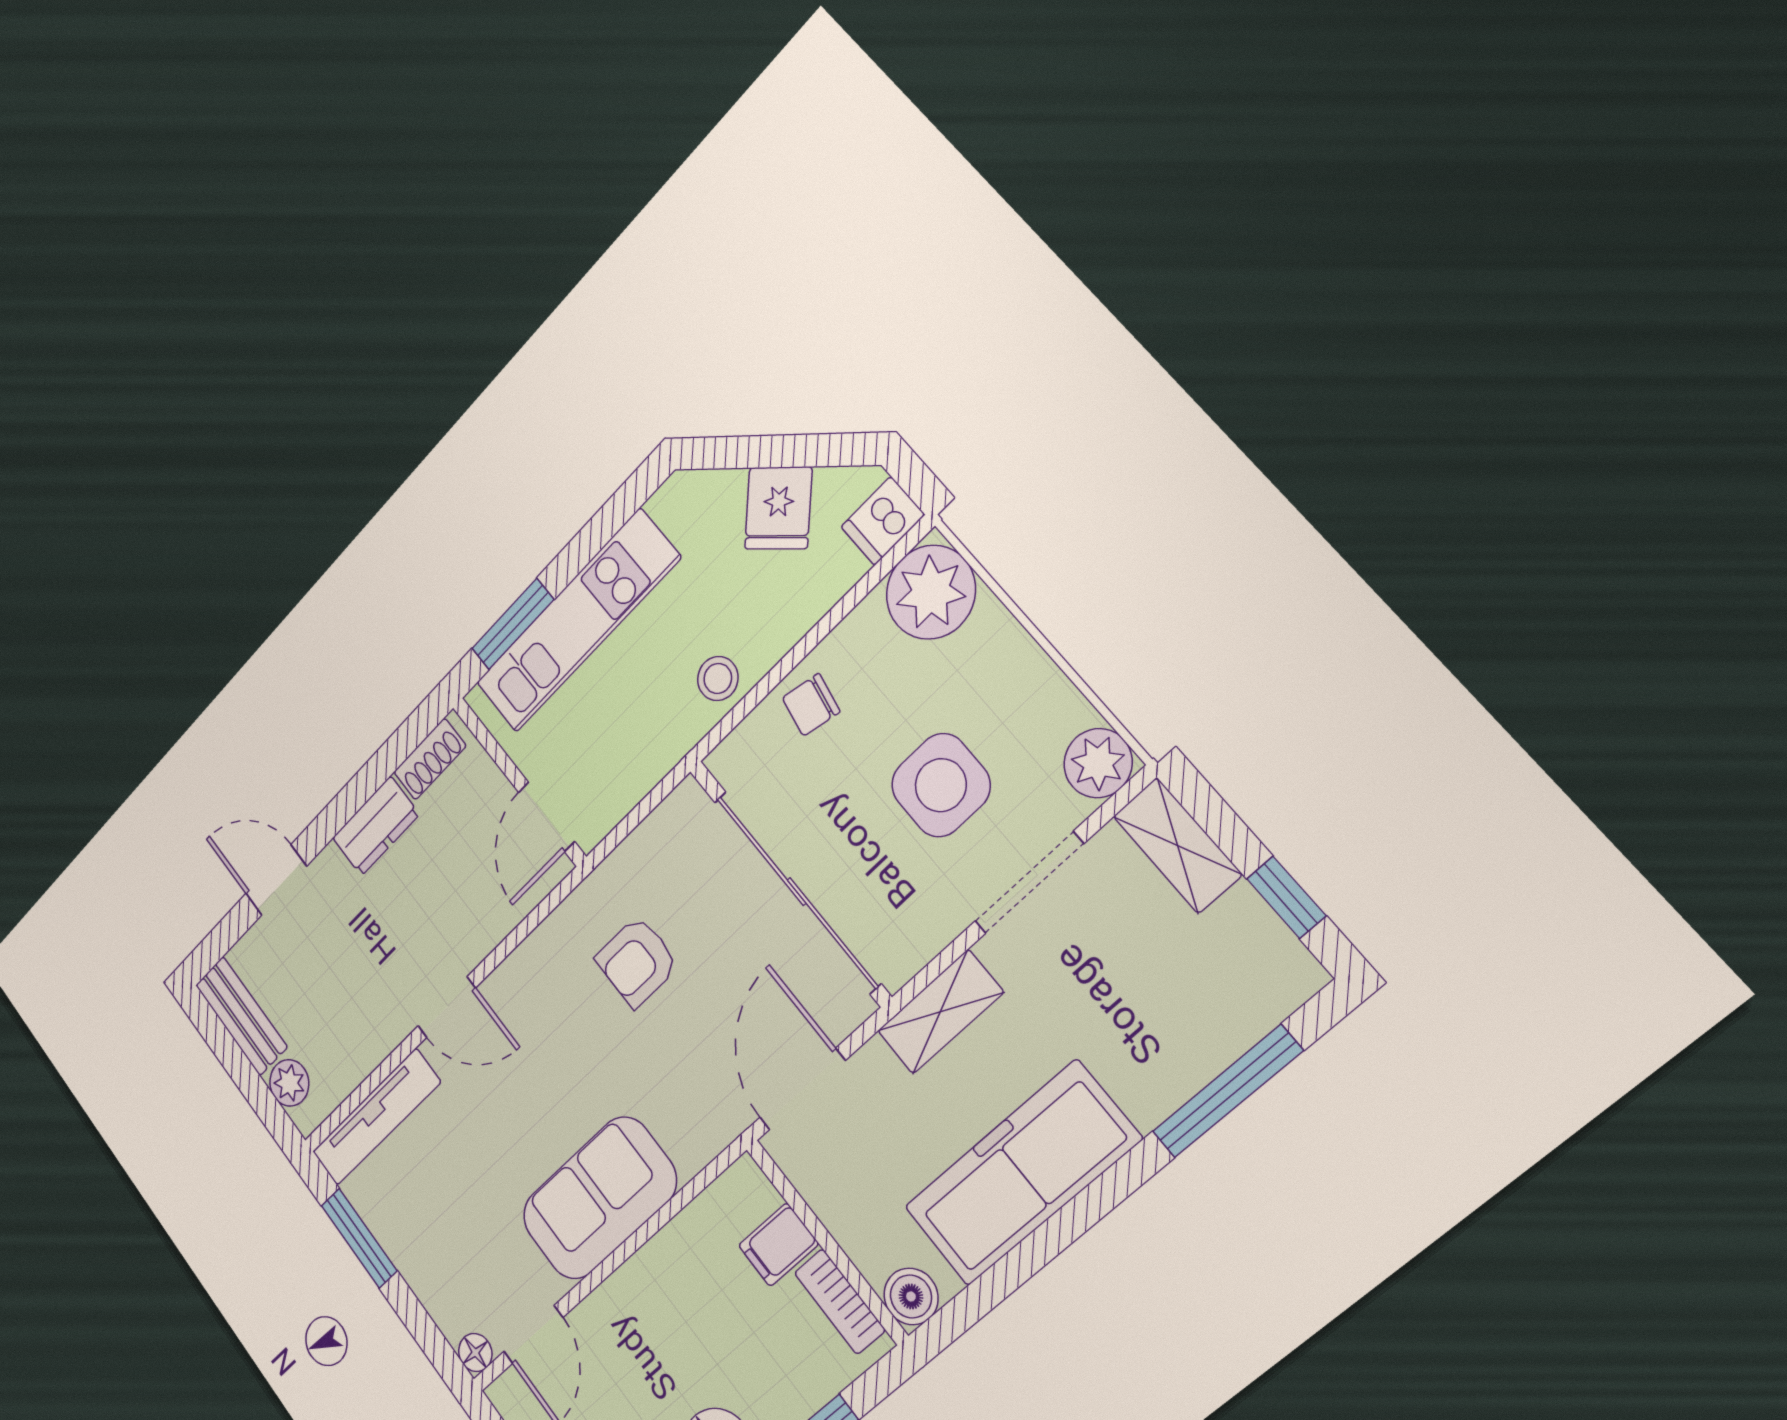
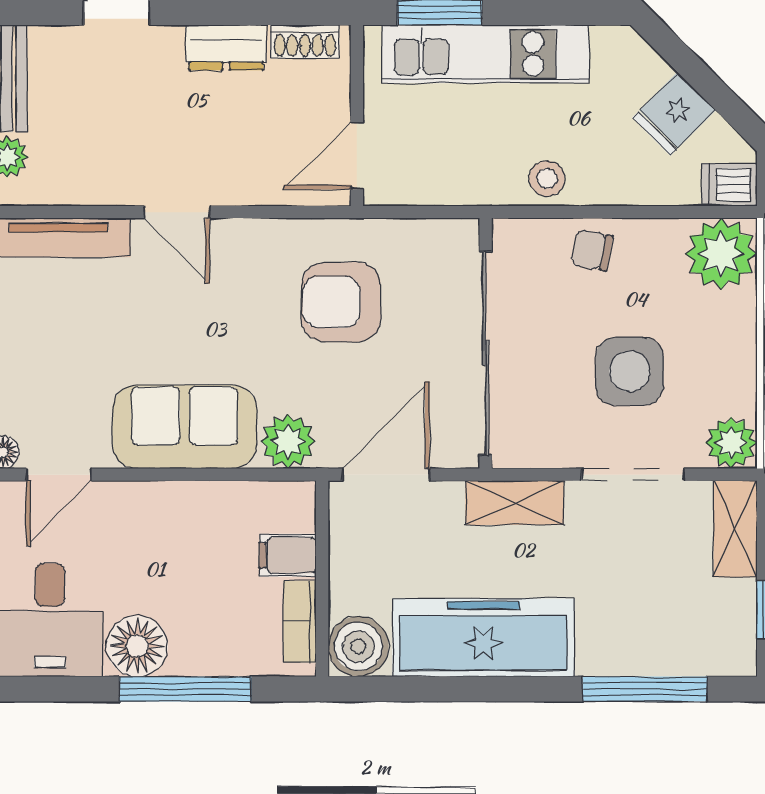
armchair: (637, 962) -> (341, 302), width x1.38, depth x1.38
plant: (694, 1134) -> (288, 441), added
boiler: (911, 1296) -> (358, 646), width x1.36, depth x1.36

